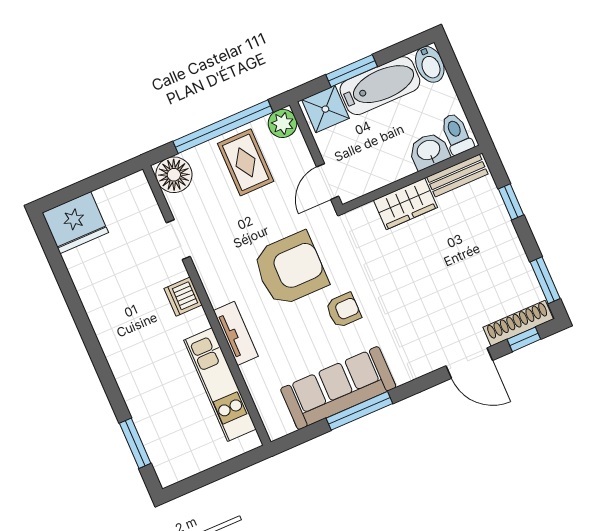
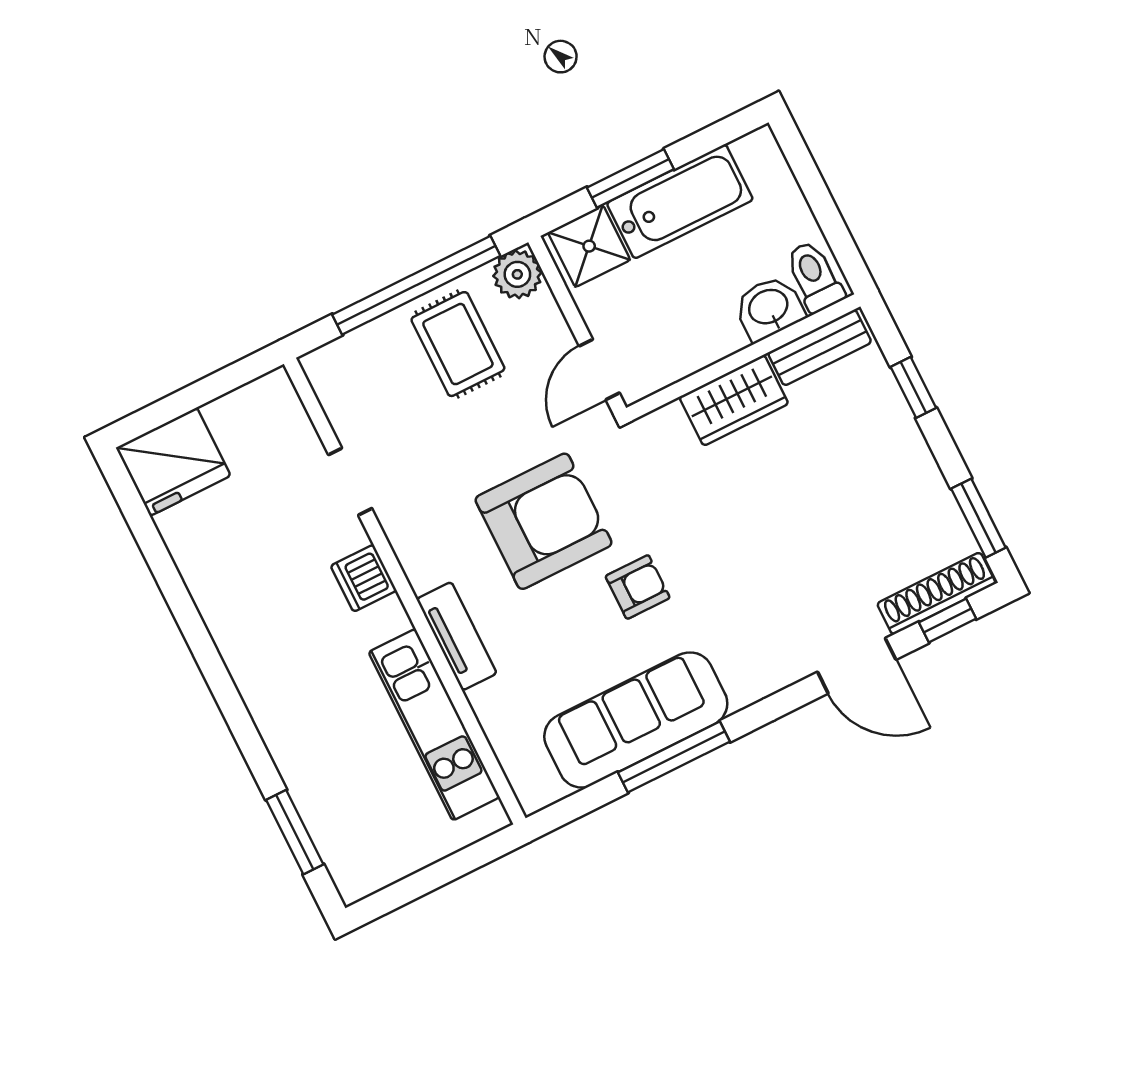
bidet: (430, 64) -> (763, 161), removed
floor lamp: (174, 175) -> (337, 371), removed

